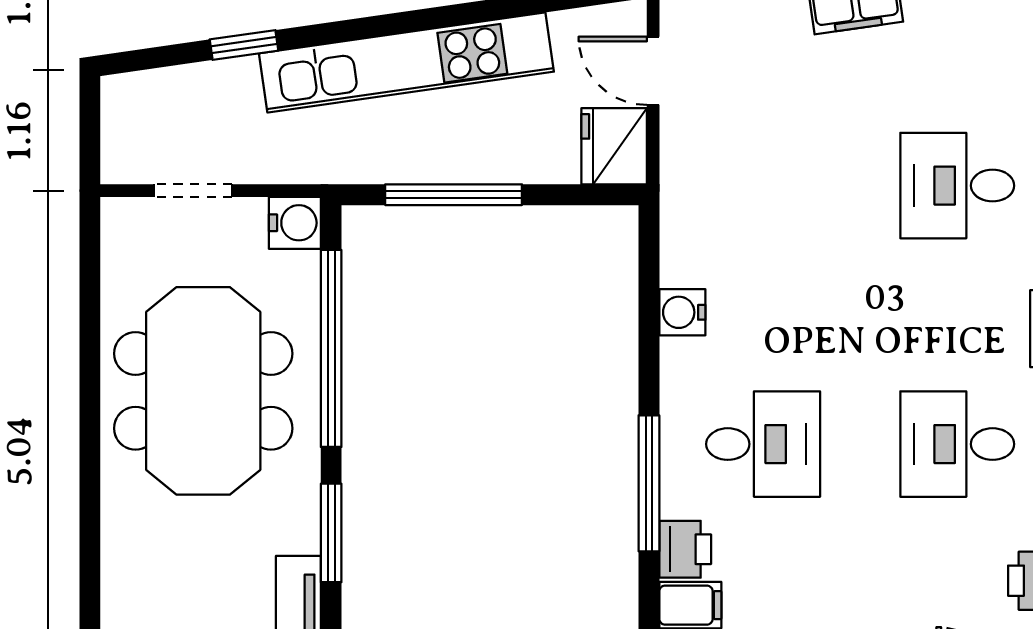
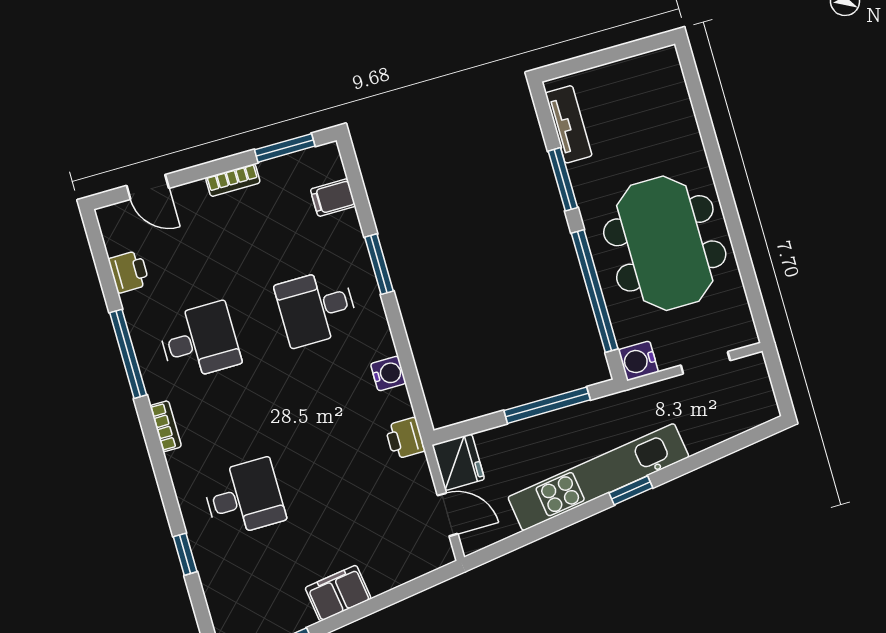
window: (244, 45) -> (631, 490), moved
window: (649, 483) -> (379, 264), width x0.69
printer: (685, 549) -> (405, 438), moved

